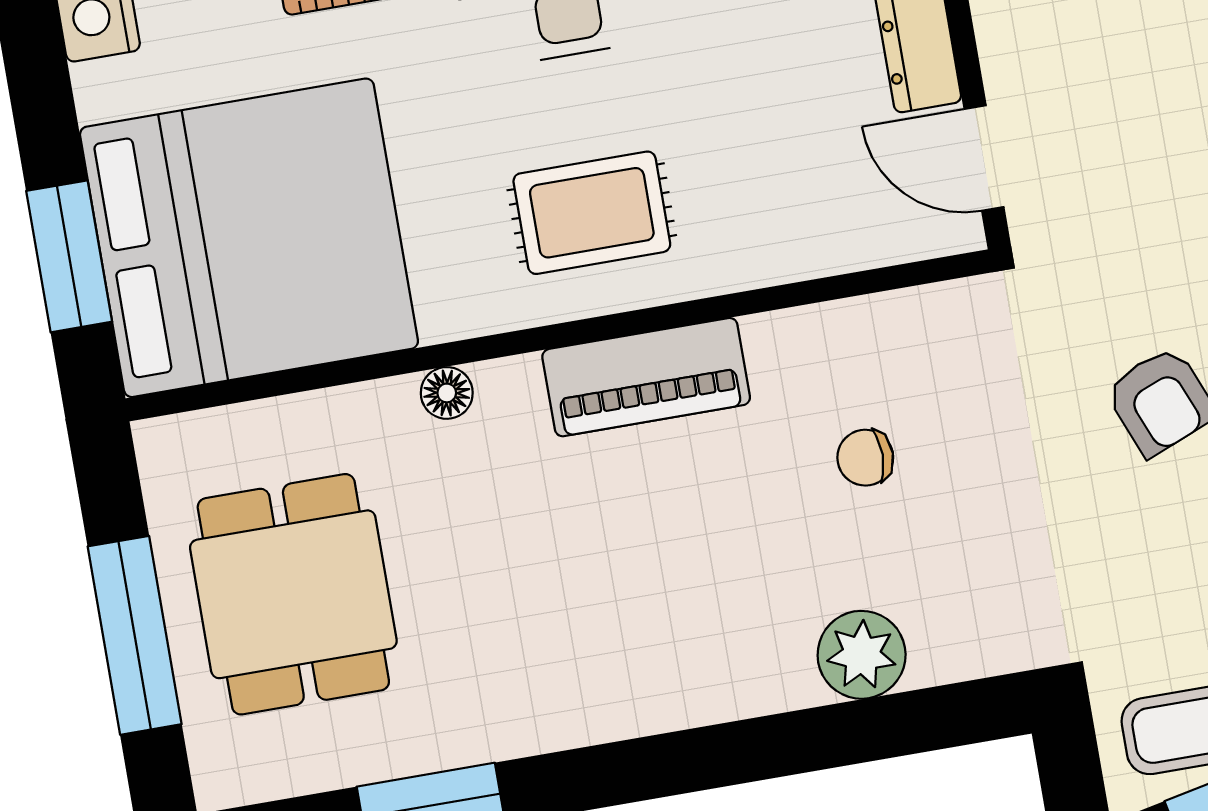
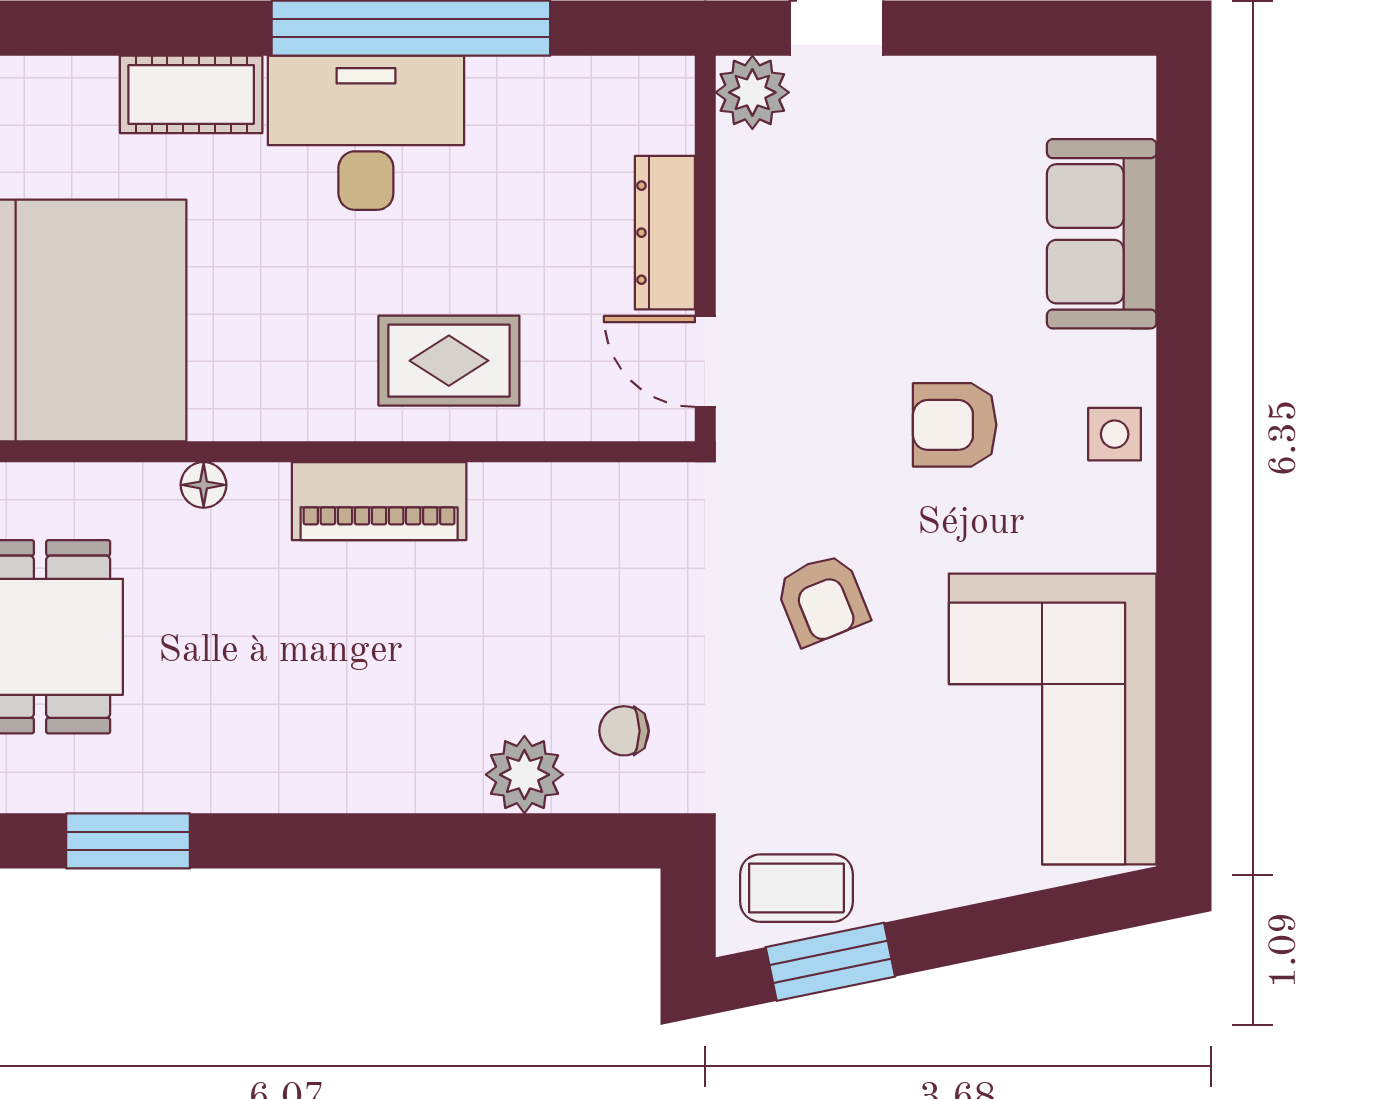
rug: (592, 213) -> (449, 361), moved
chair: (865, 458) -> (624, 731), moved

